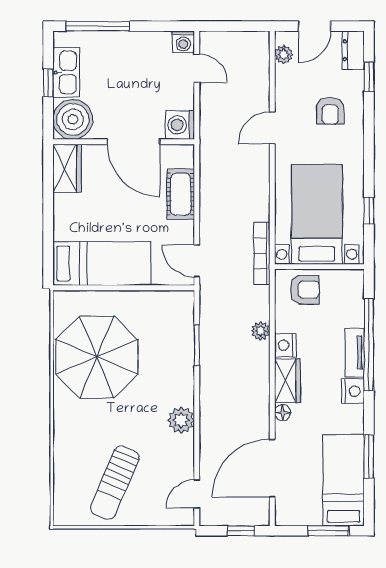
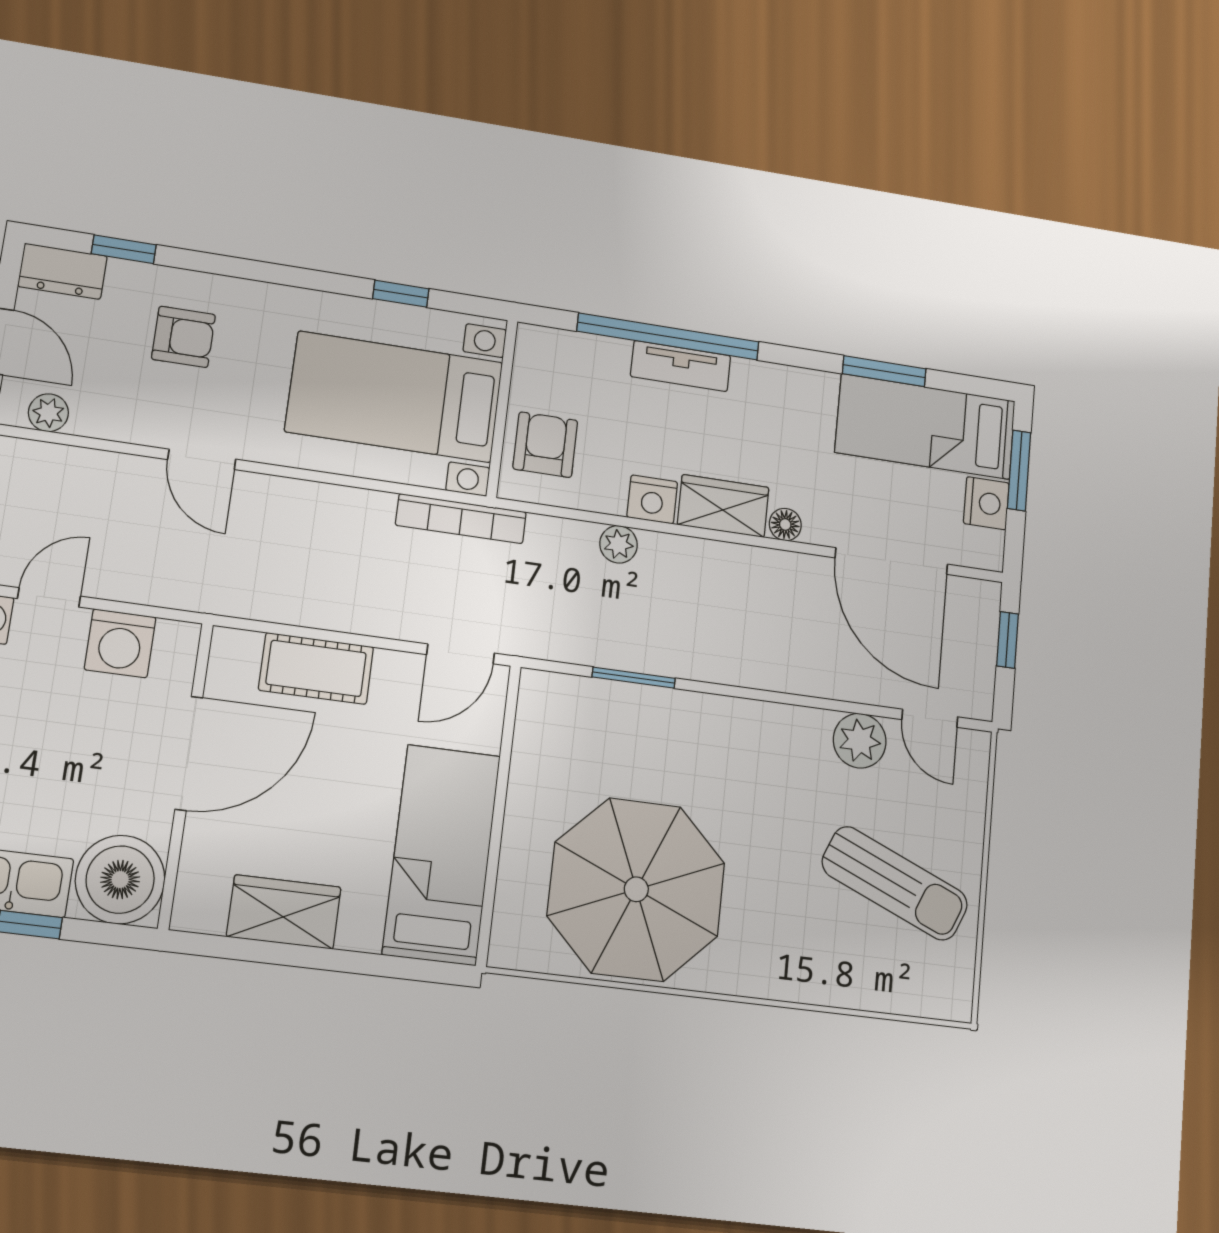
washing machine: (180, 125) -> (120, 643), moved
wardrobe: (67, 168) -> (284, 912), moved
nightstand: (353, 391) -> (986, 503), moved, turned 90
plant: (181, 420) -> (860, 741), moved

